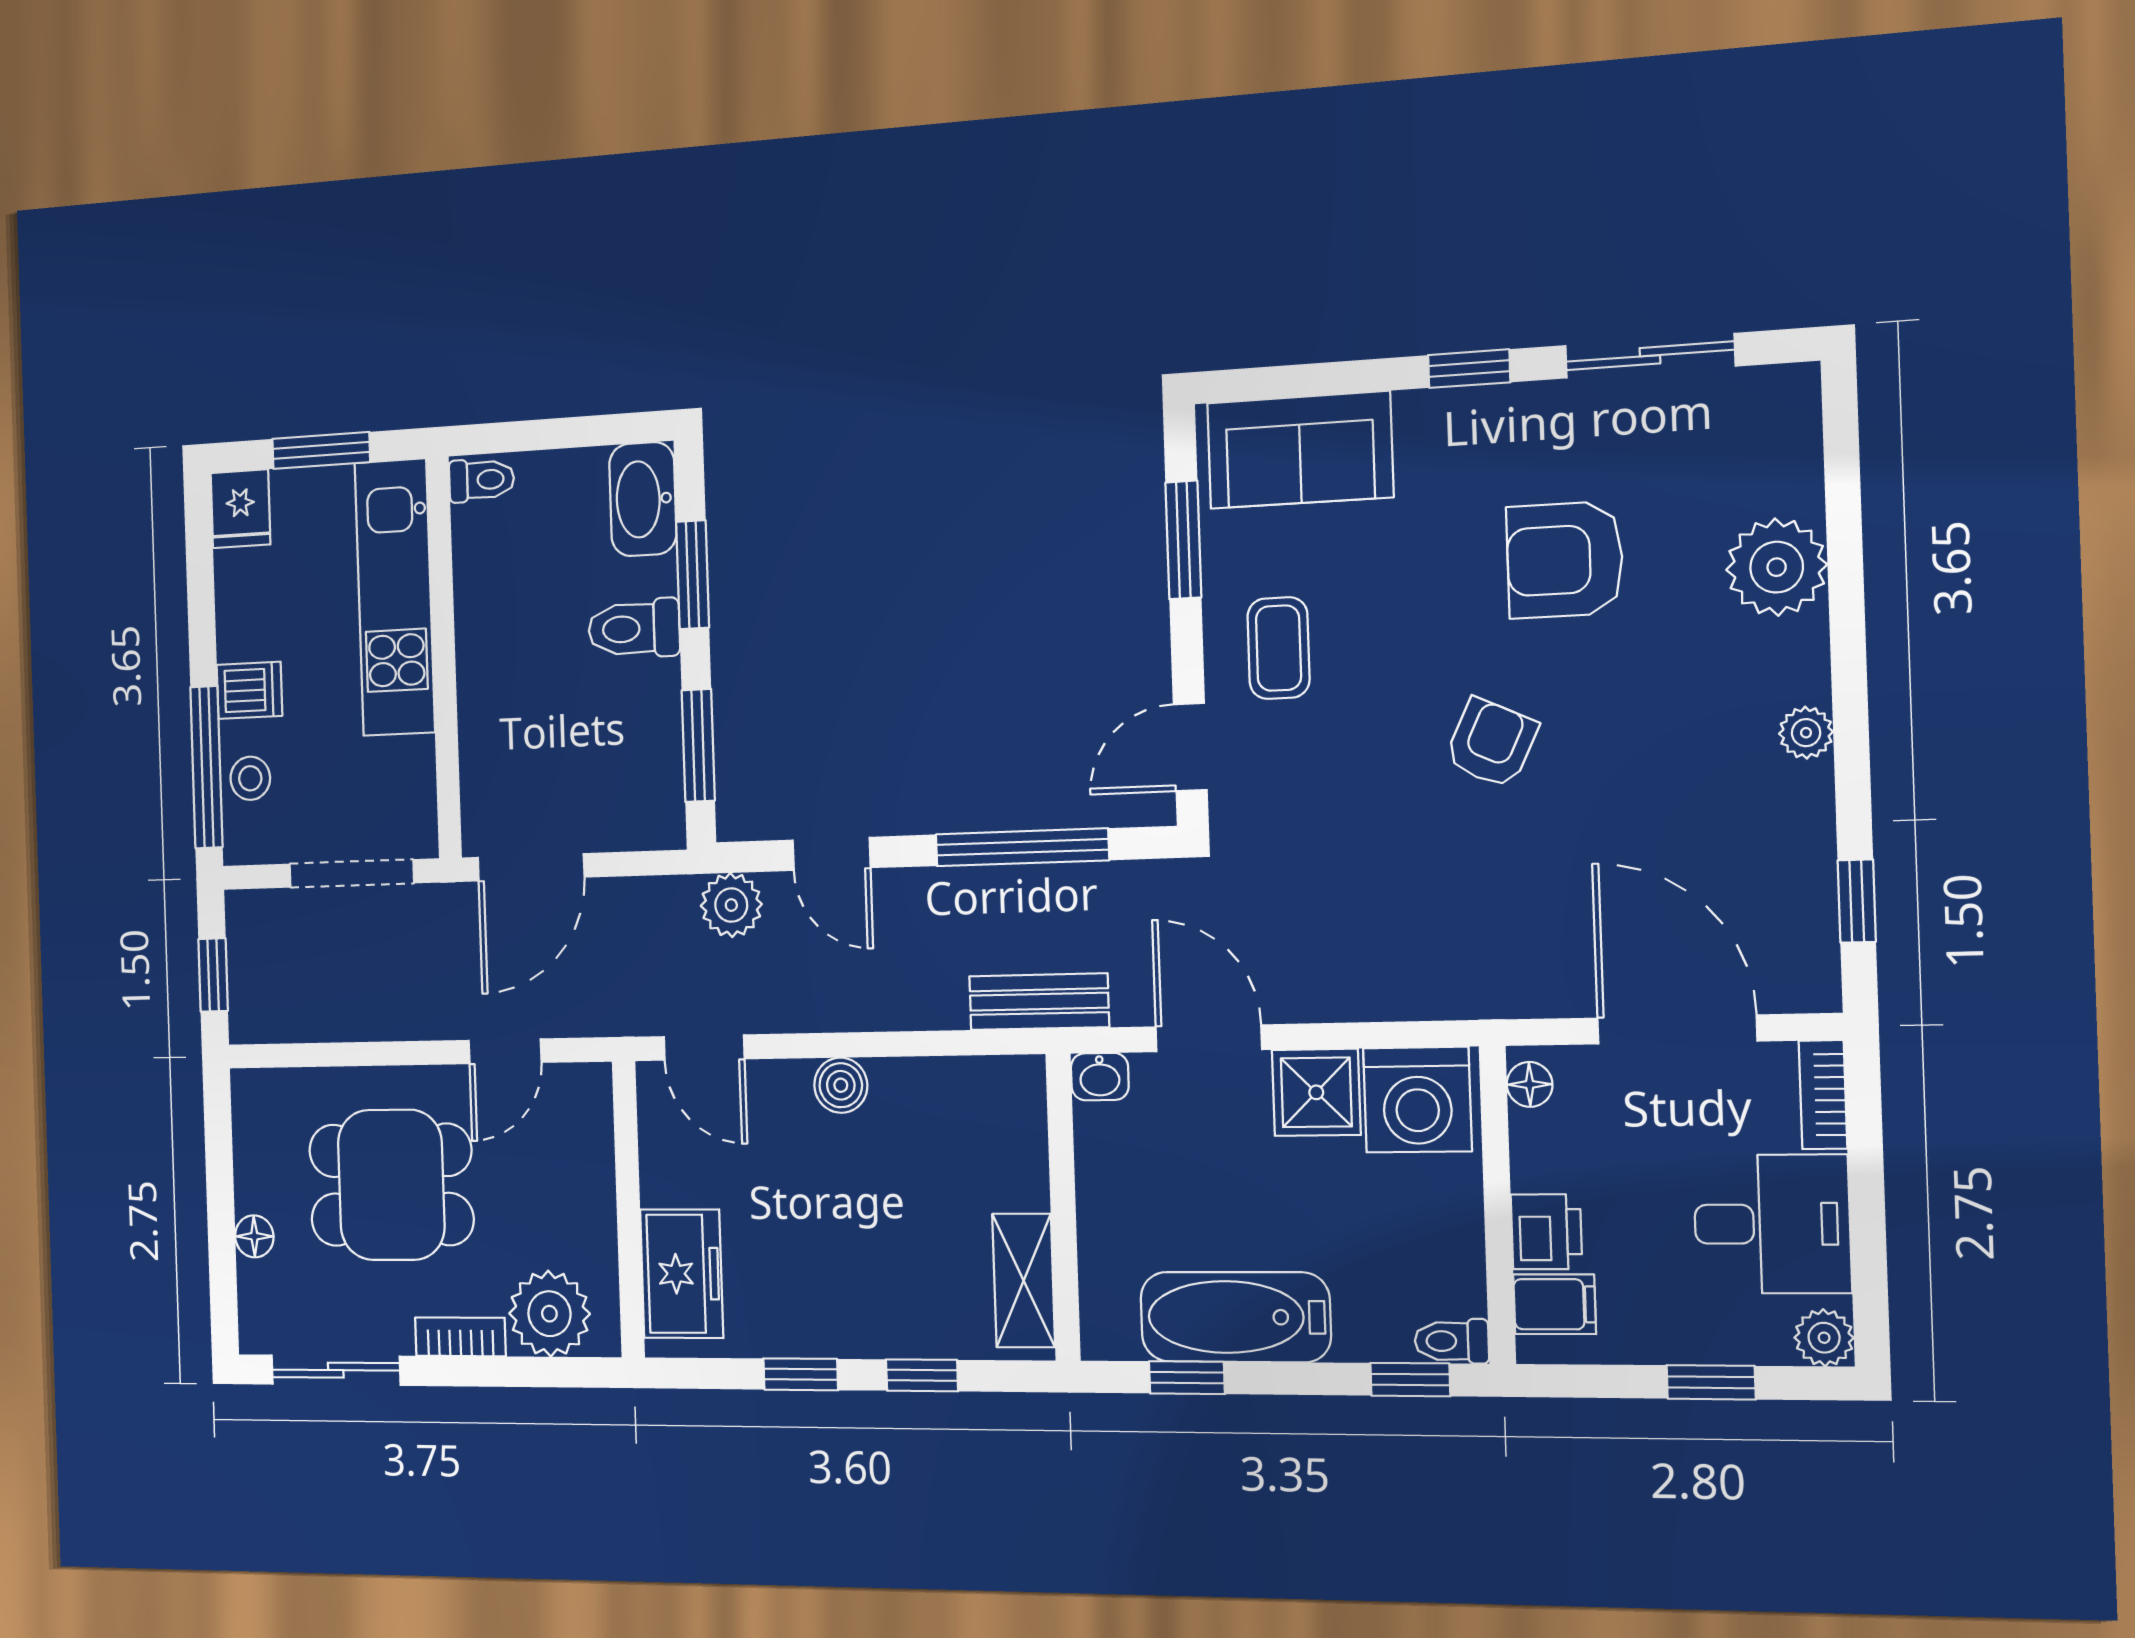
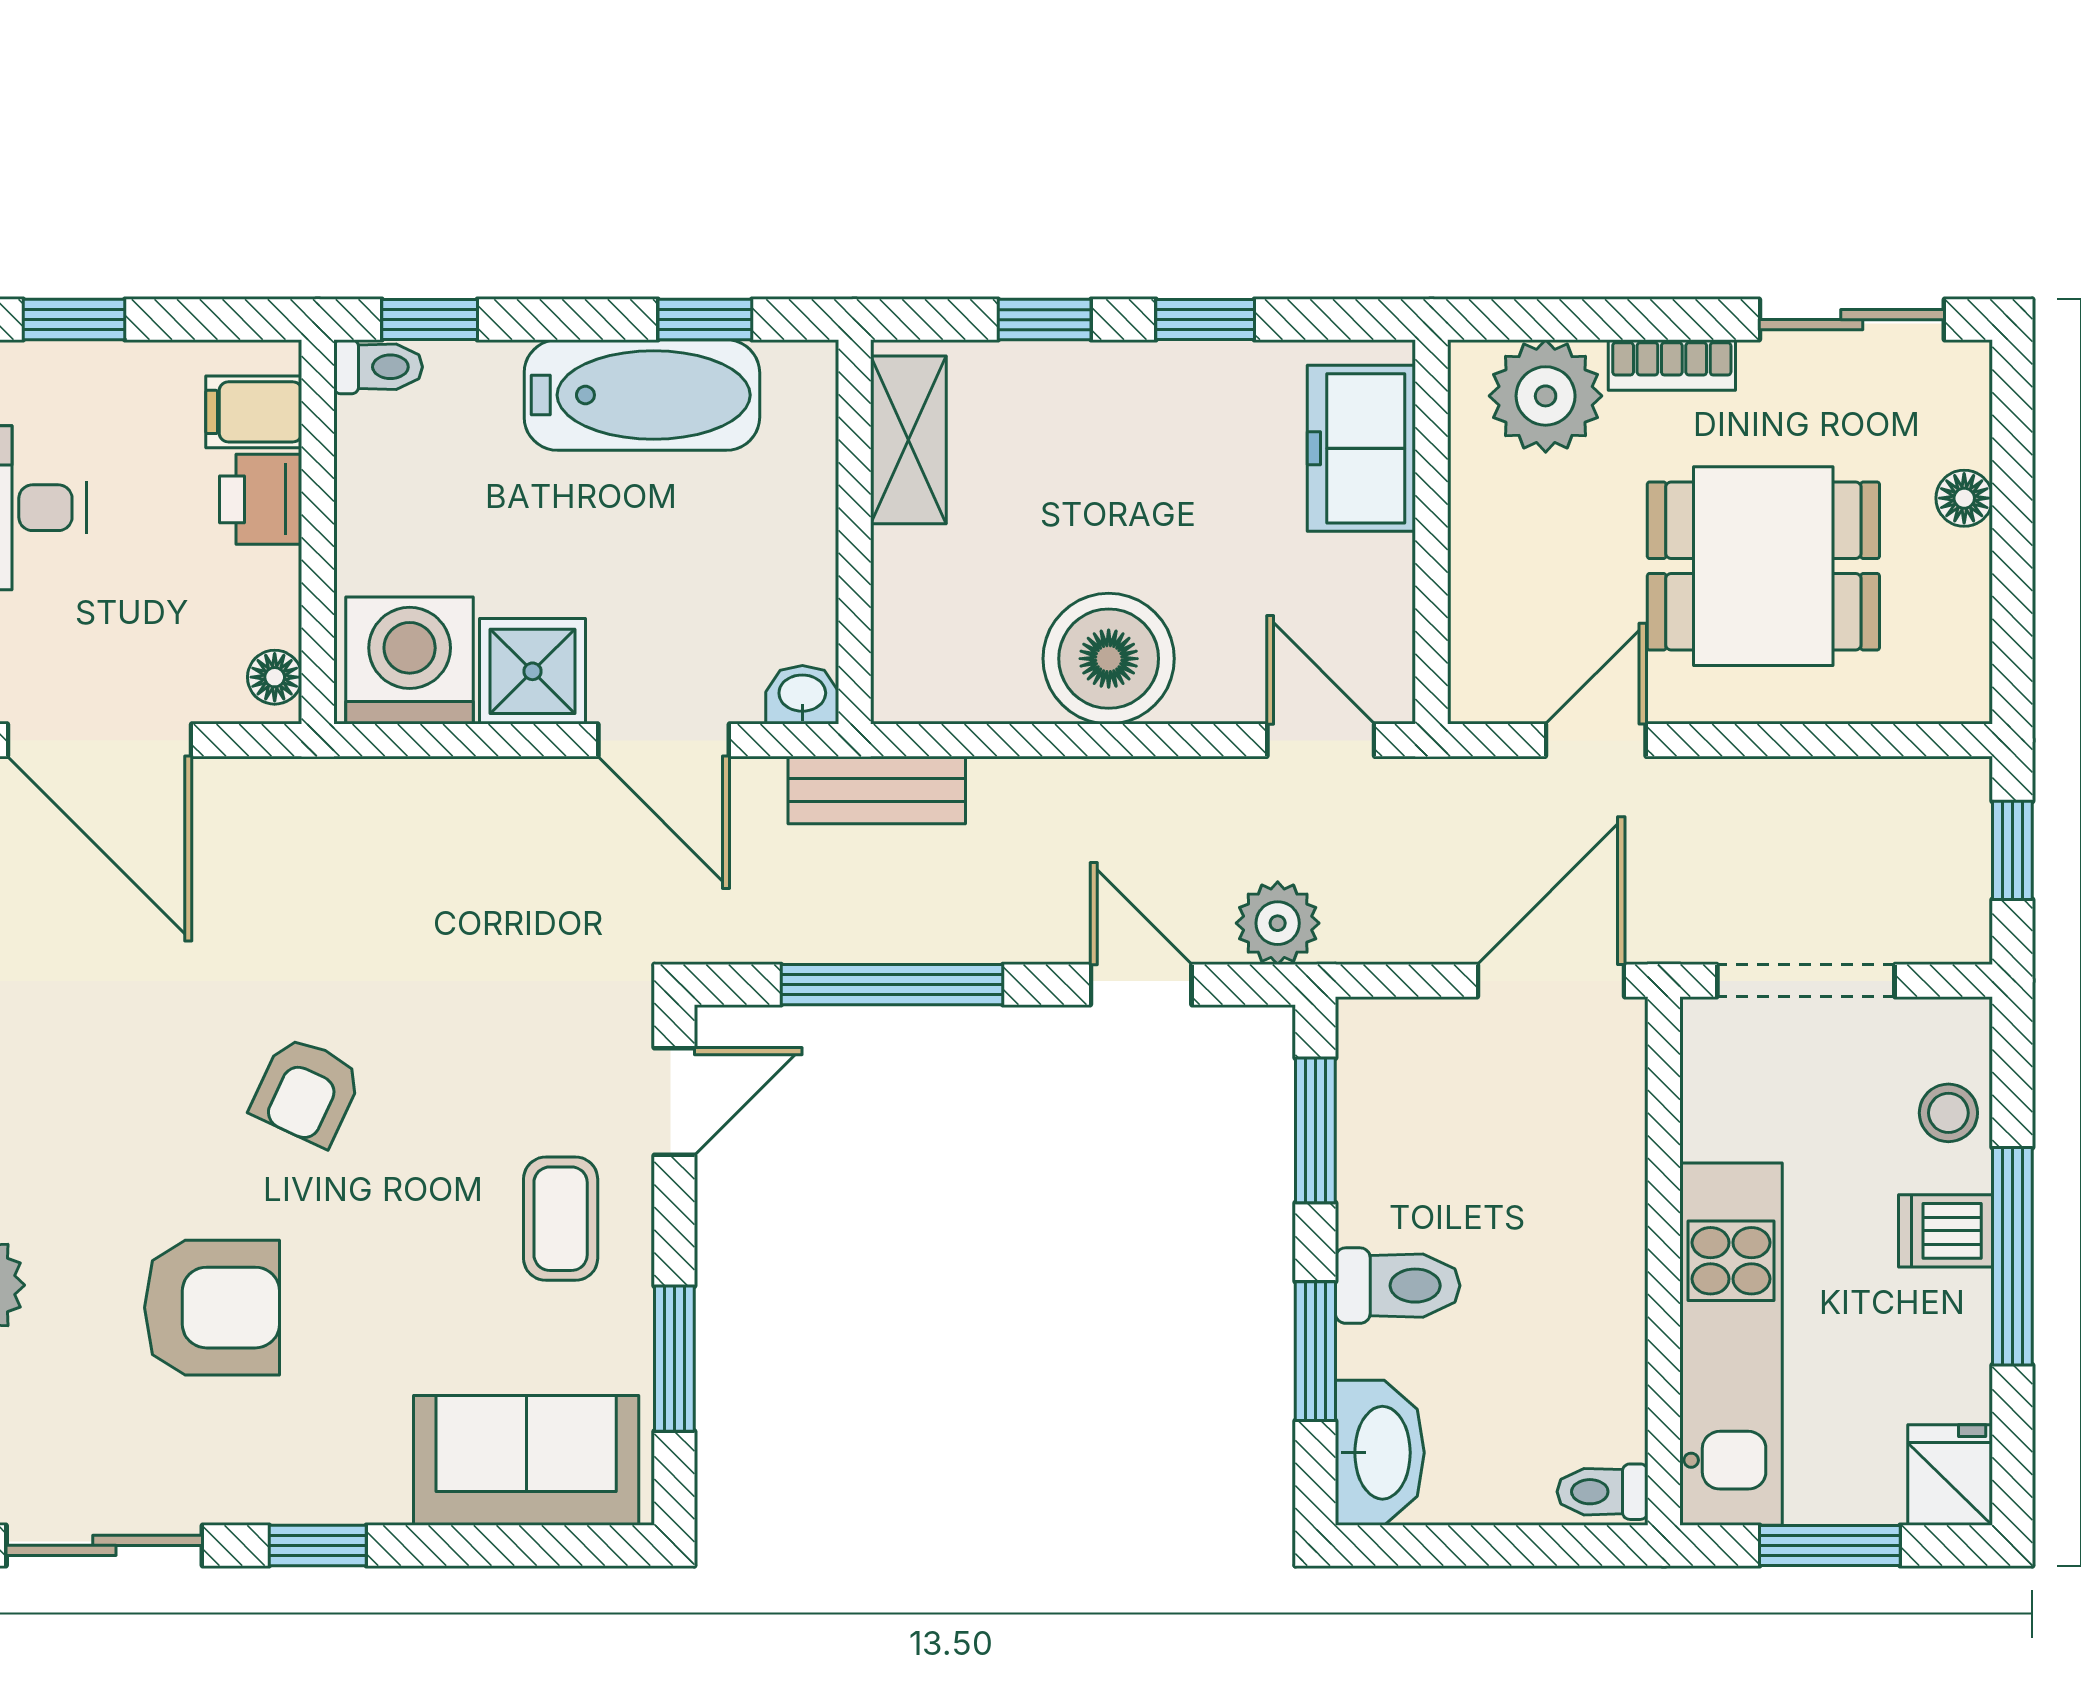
window: (206, 767) -> (2012, 1256), moved
boiler: (841, 1085) -> (1109, 659), width x1.86, depth x1.86

